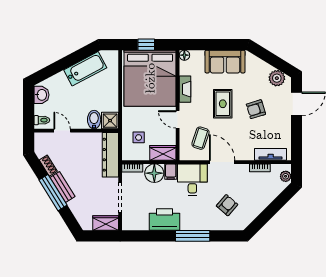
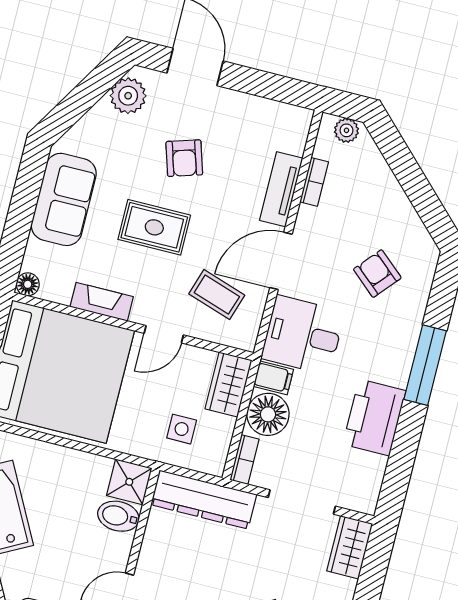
tv unit: (271, 154) -> (281, 189), moved

